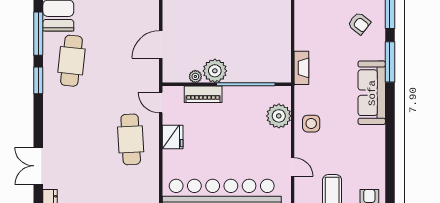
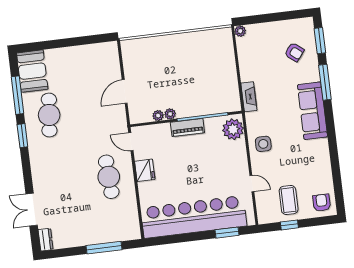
plant: (215, 71) -> (170, 114), width x0.53, depth x0.53
piano: (203, 94) -> (187, 128), moved
plant: (279, 116) -> (233, 129), moved

